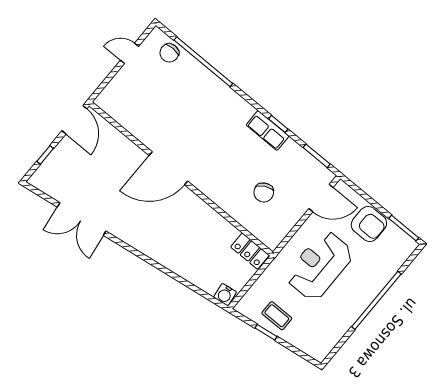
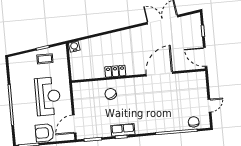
door: (168, 168) -> (159, 74), moved
chair: (264, 192) -> (111, 94), moved
locker: (250, 251) -> (115, 71), moved

